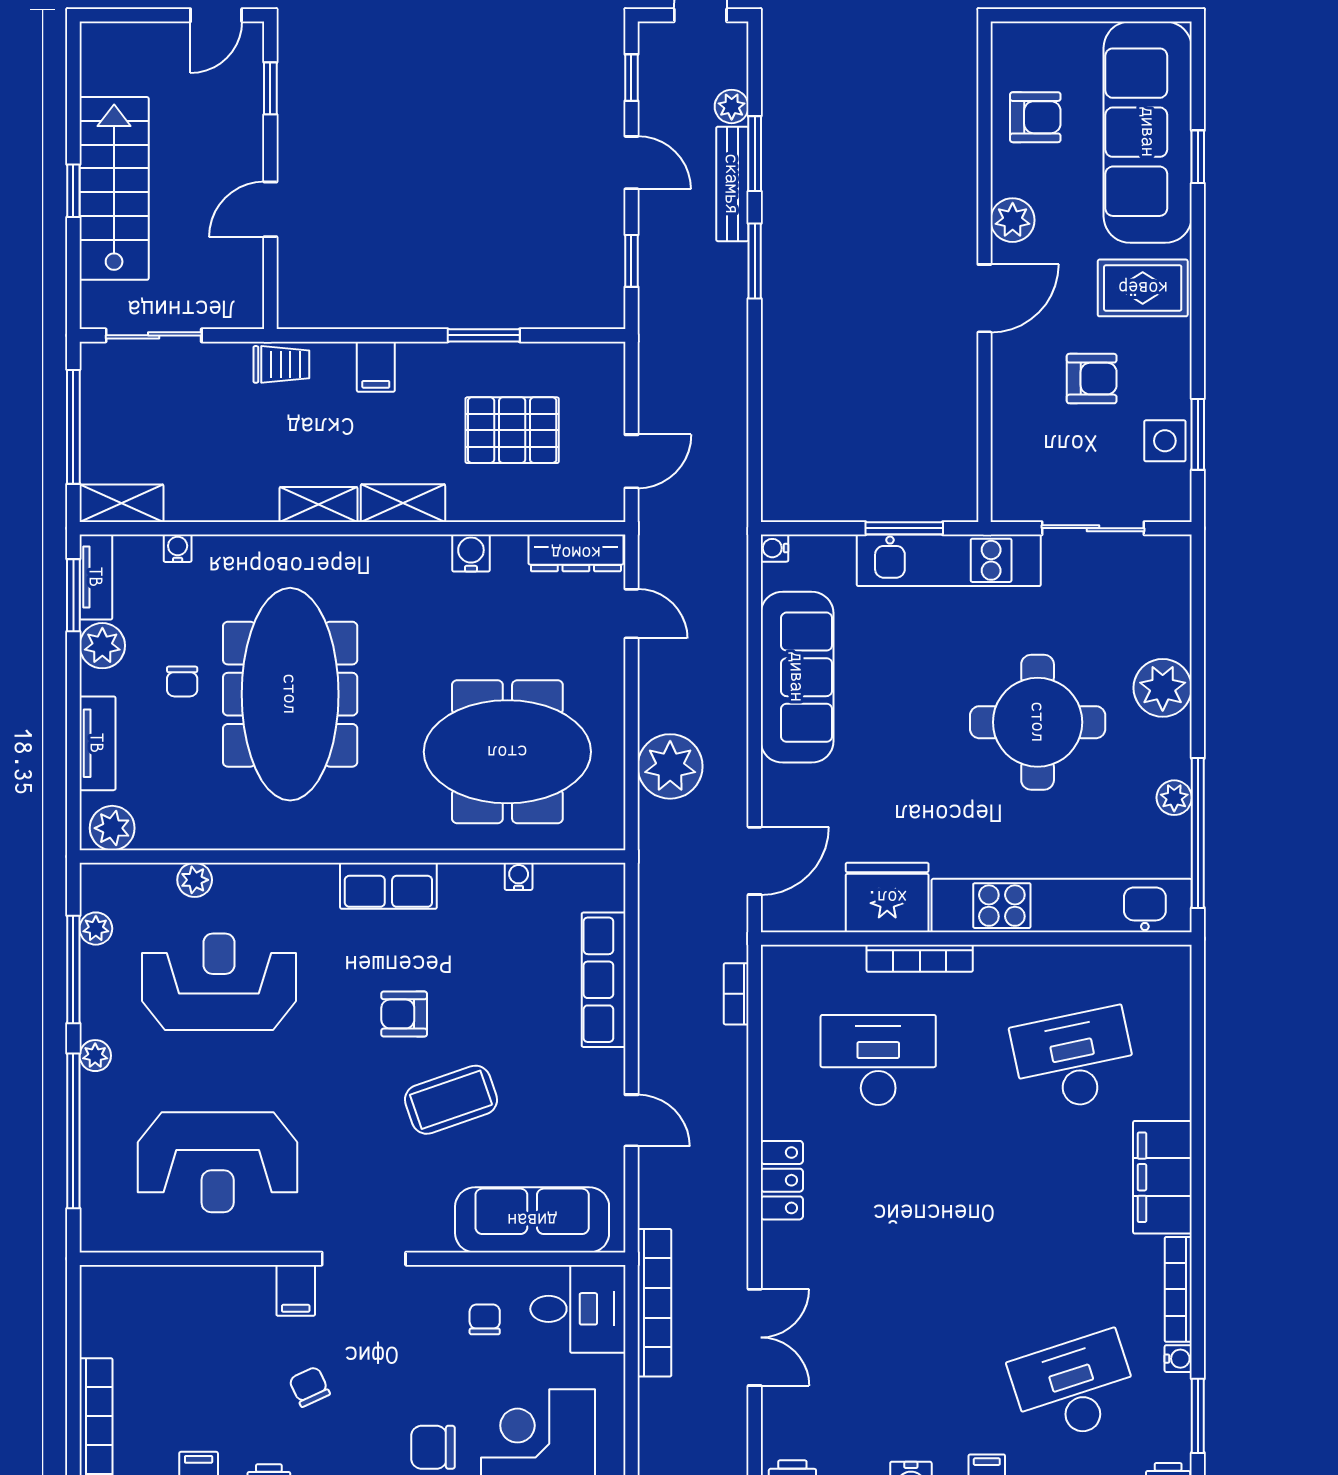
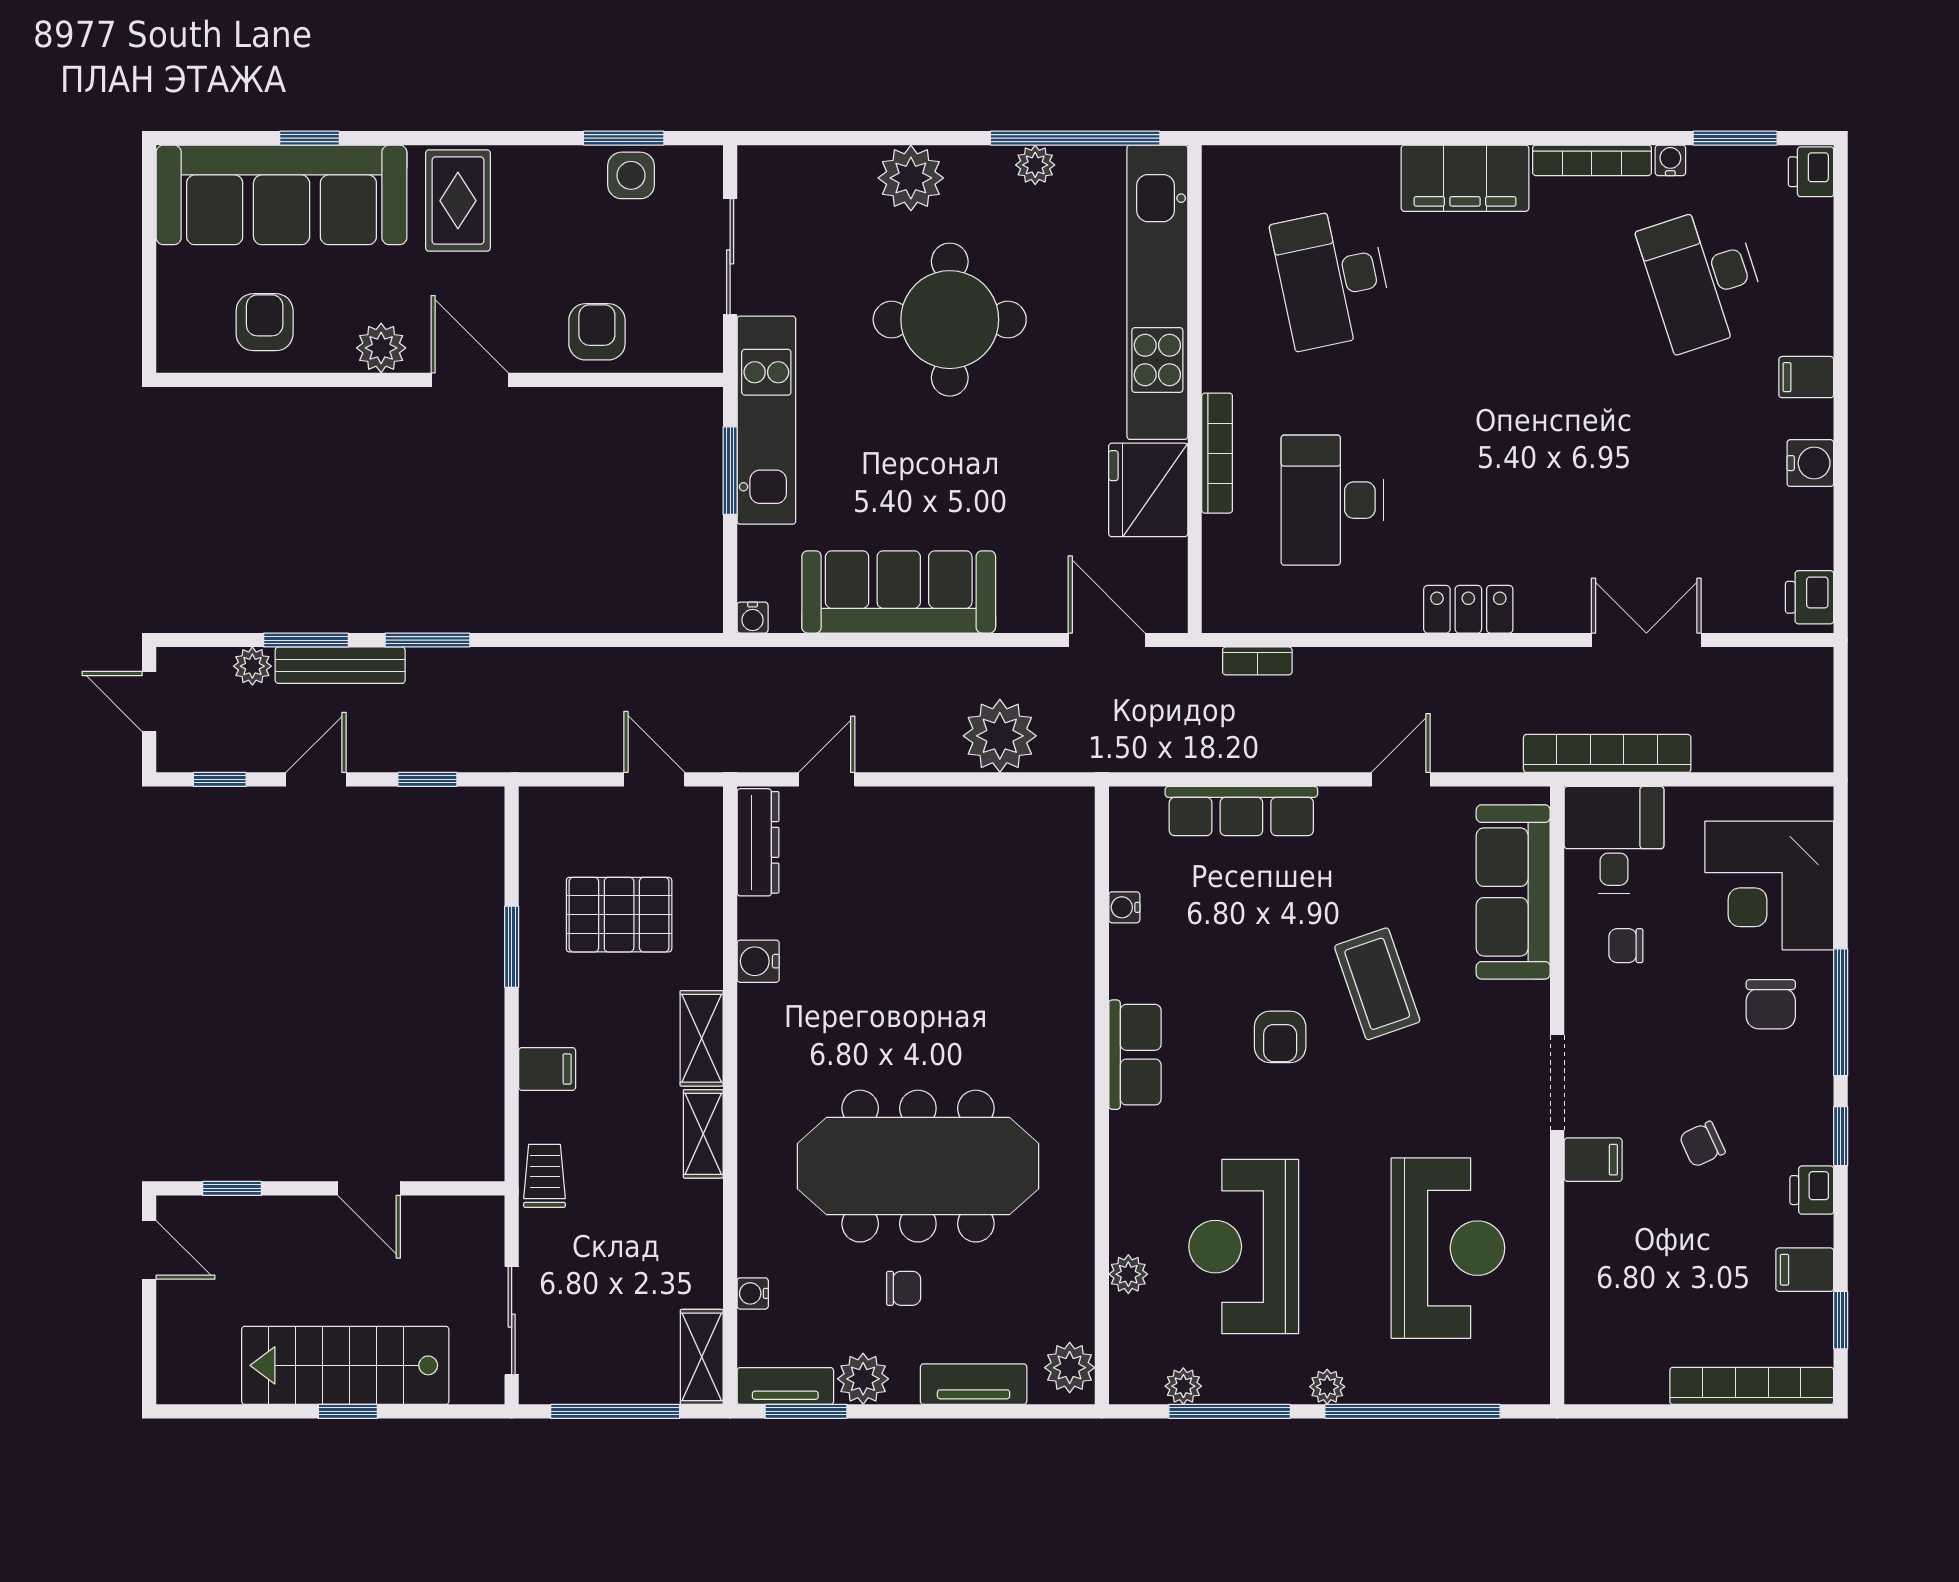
armchair: (1092, 379) -> (597, 332), moved
pallet: (512, 430) -> (619, 915), turned 90
meeting table: (507, 752) -> (983, 920), removed

